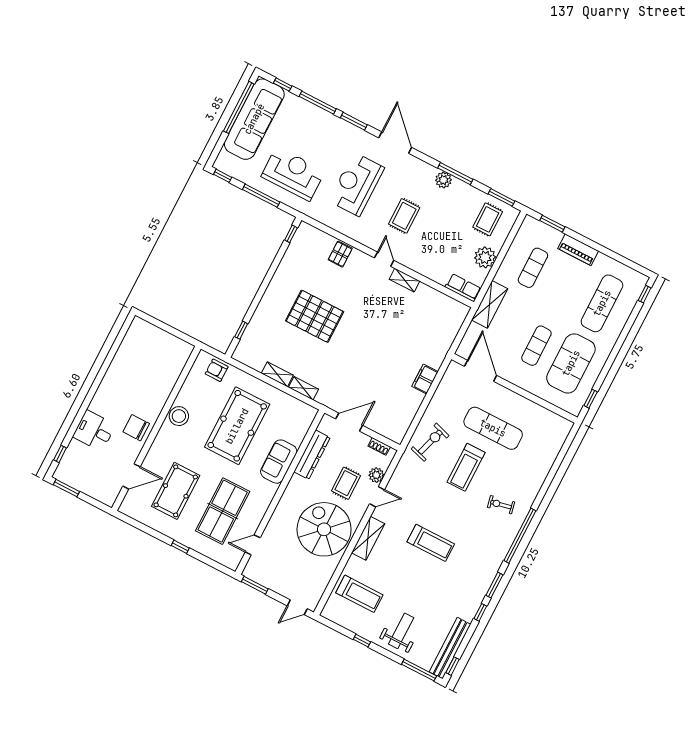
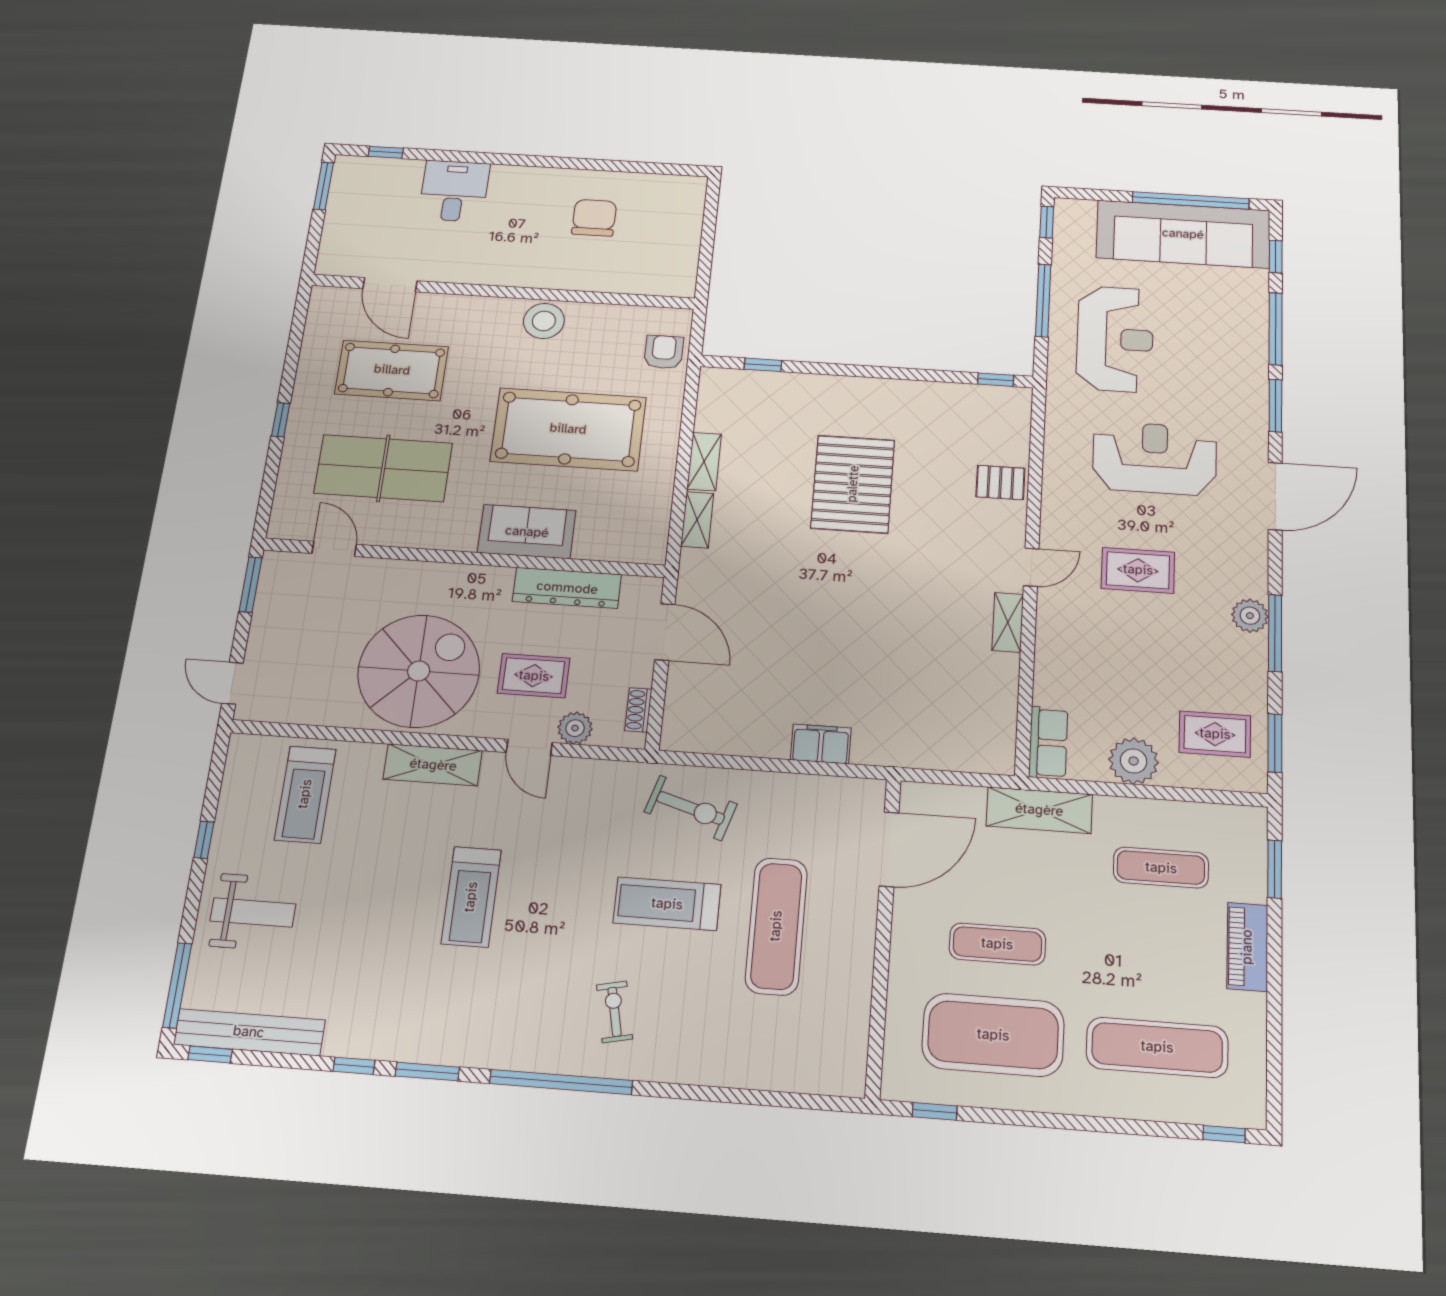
chair: (136, 428) -> (594, 218), moved

